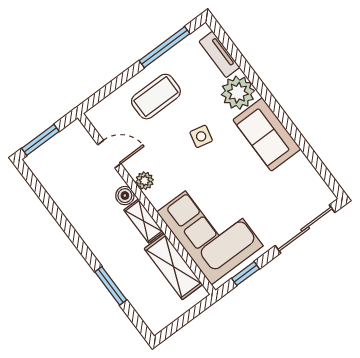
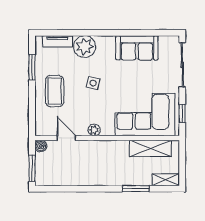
window: (164, 47) -> (32, 67), width x0.69
sofa: (267, 134) -> (137, 48), moved
door: (109, 154) -> (66, 138), hinge flipped
boiler: (125, 196) -> (41, 146), moved
shelving: (144, 221) -> (166, 180), moved

